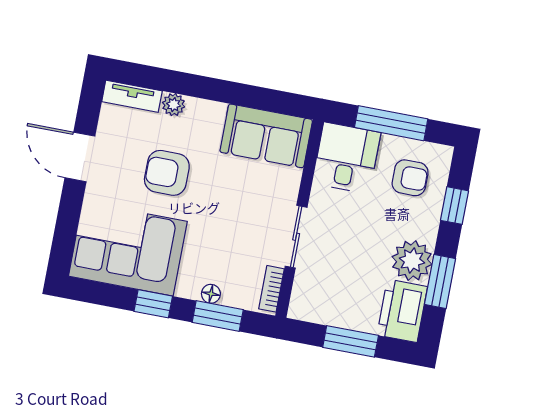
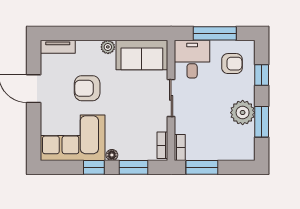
plant: (174, 105) -> (108, 47), moved
sliding door: (296, 237) -> (171, 98), moved
floor lamp: (211, 294) -> (112, 155), moved
bookcase: (299, 298) -> (180, 148), added
printer: (402, 311) -> (242, 143), removed
window: (351, 341) -> (202, 167), moved

